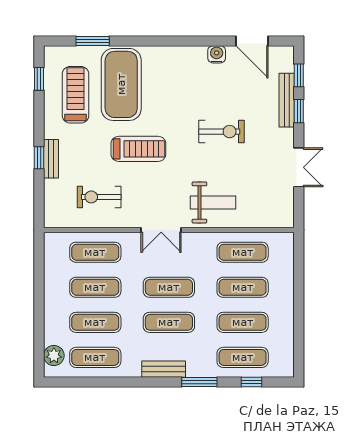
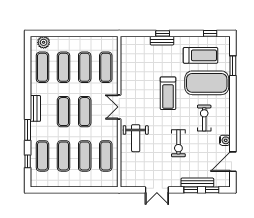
exercise bike: (99, 197) -> (204, 118), moved

